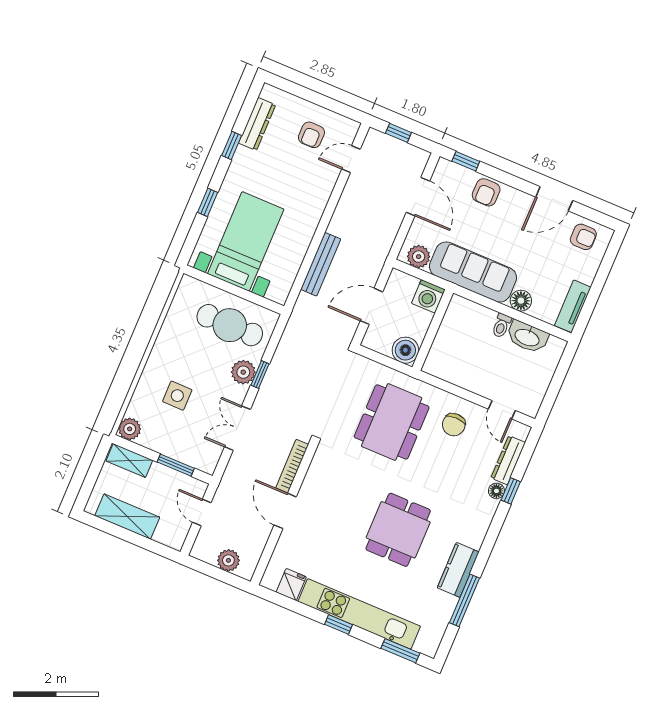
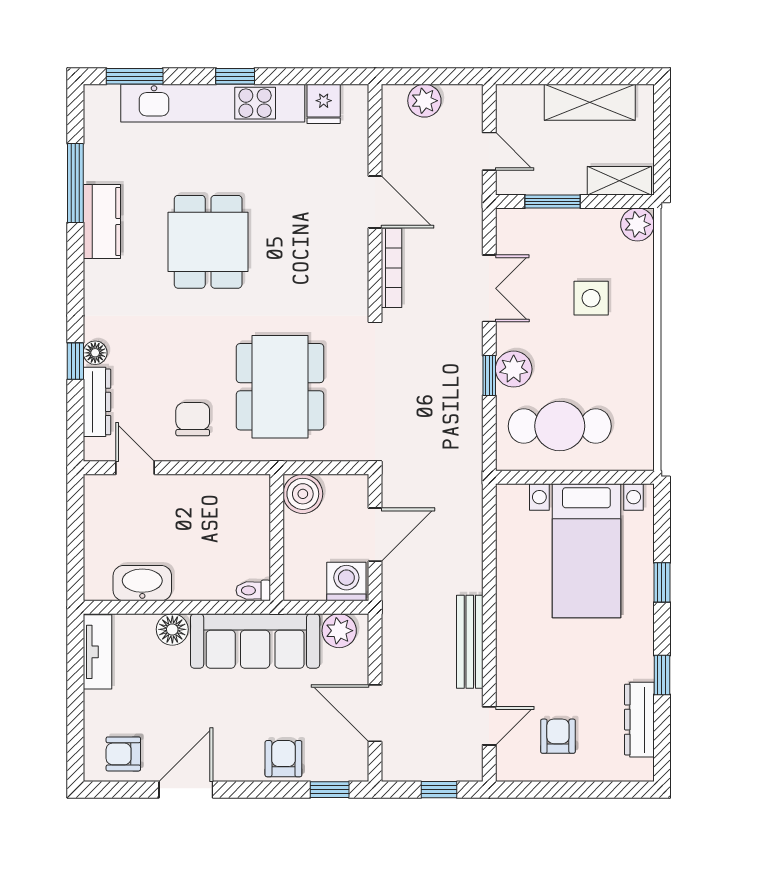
bench: (321, 264) -> (470, 642), moved
washing machine: (428, 296) -> (346, 581), moved
toilet: (502, 326) -> (253, 590), moved, turned -90

